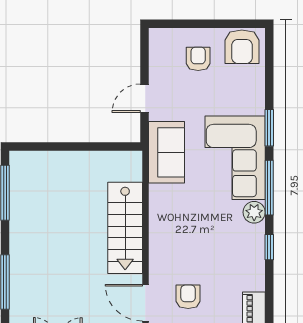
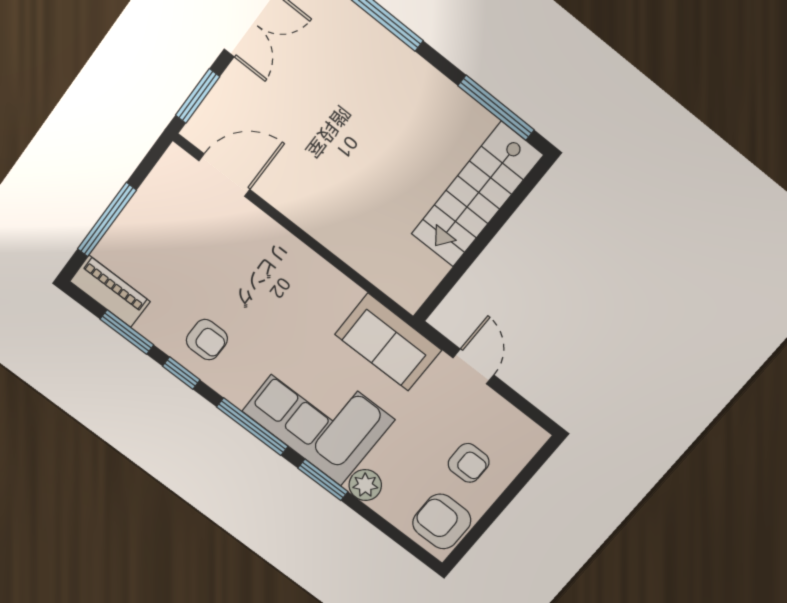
plant: (254, 212) -> (365, 485), moved
stairs: (125, 228) -> (477, 195), moved, turned -90
window: (269, 292) -> (127, 332), added
armchair: (188, 297) -> (207, 340), moved

